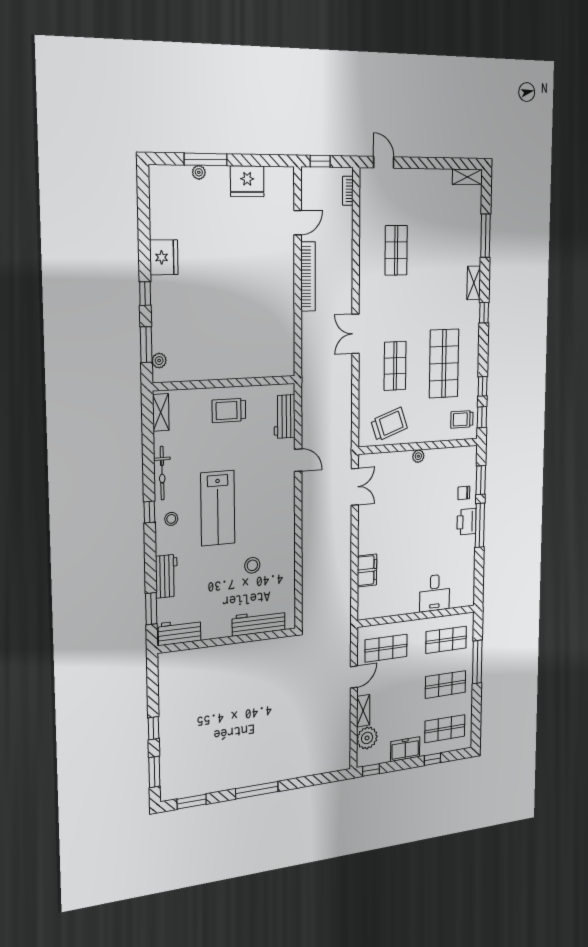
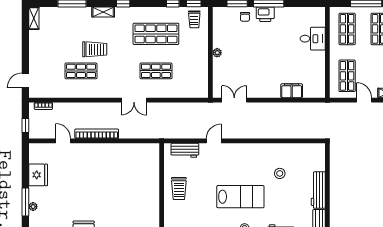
trolley: (389, 424) -> (95, 49), moved, turned 109
workbench: (259, 623) -> (318, 190), moved

